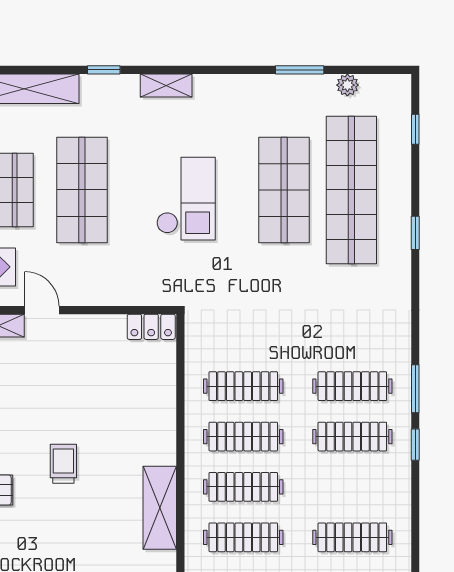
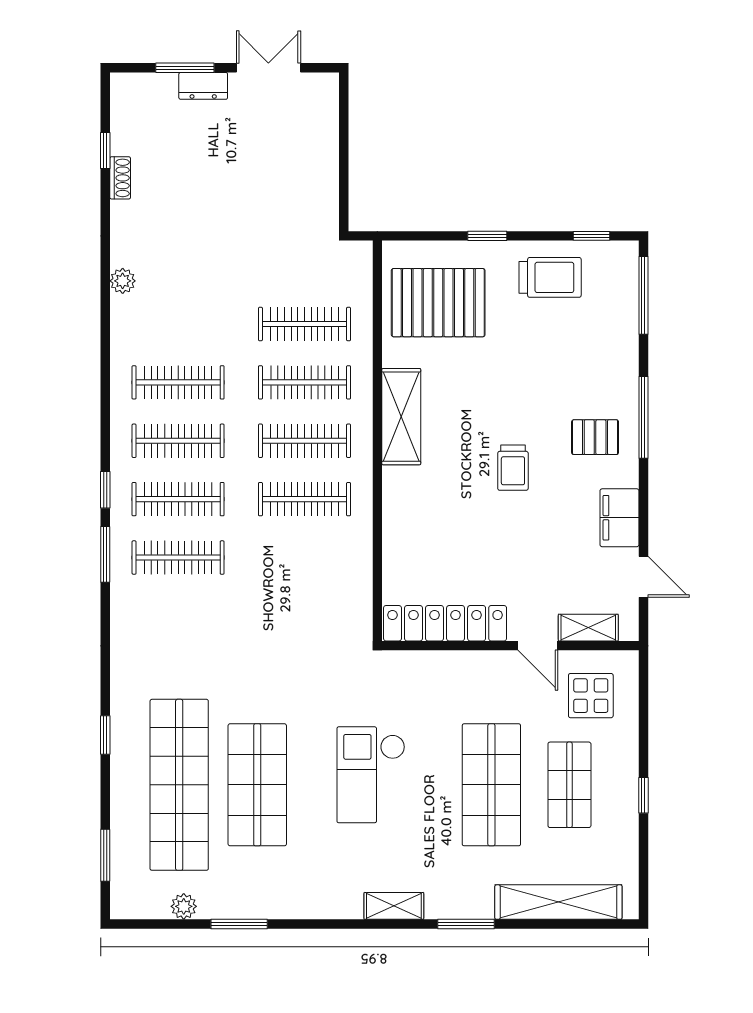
window: (104, 70) -> (466, 924), width x1.50
window: (415, 129) -> (105, 855), width x1.50
locker: (151, 327) -> (445, 623), width x2.16, depth x1.21
clothes rail: (243, 386) -> (178, 441), moved

